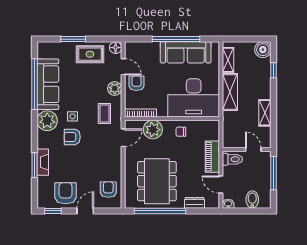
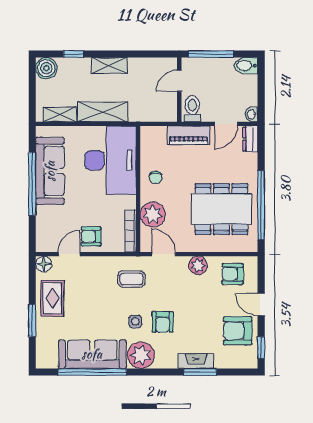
plant: (115, 89) -> (198, 265), moved
shelving: (265, 113) -> (109, 65), moved
bidet: (252, 200) -> (246, 66), moved
dresser: (194, 203) -> (250, 139), moved

